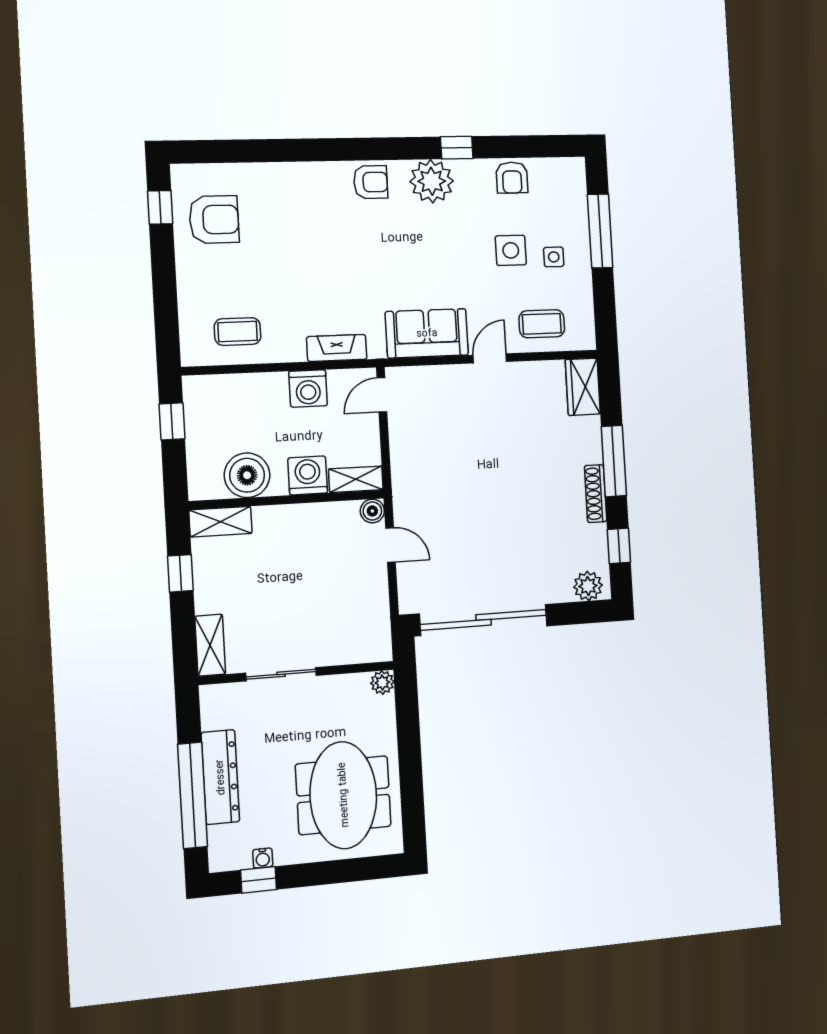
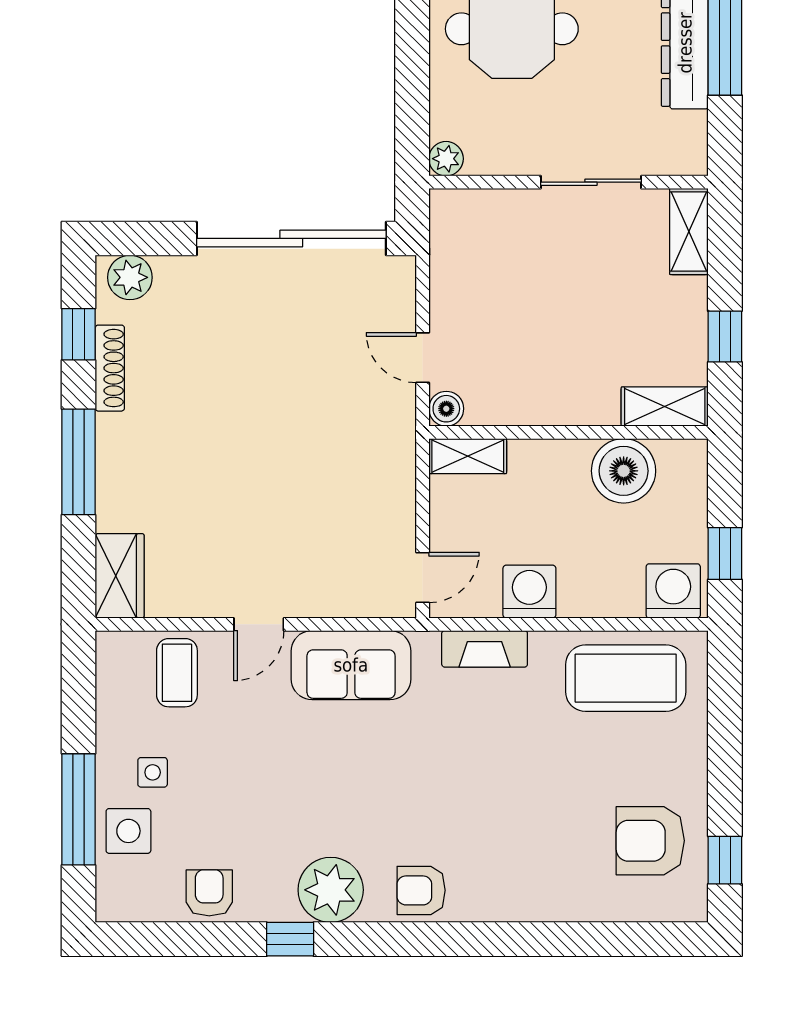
side table: (511, 250) -> (128, 831), moved
coffee table: (542, 324) -> (177, 673), turned 90
coffee table: (238, 332) -> (626, 678), width x1.86, depth x1.72
washing machine: (308, 475) -> (673, 591), moved, turned 180
shoe rack: (596, 494) -> (110, 368), moved

